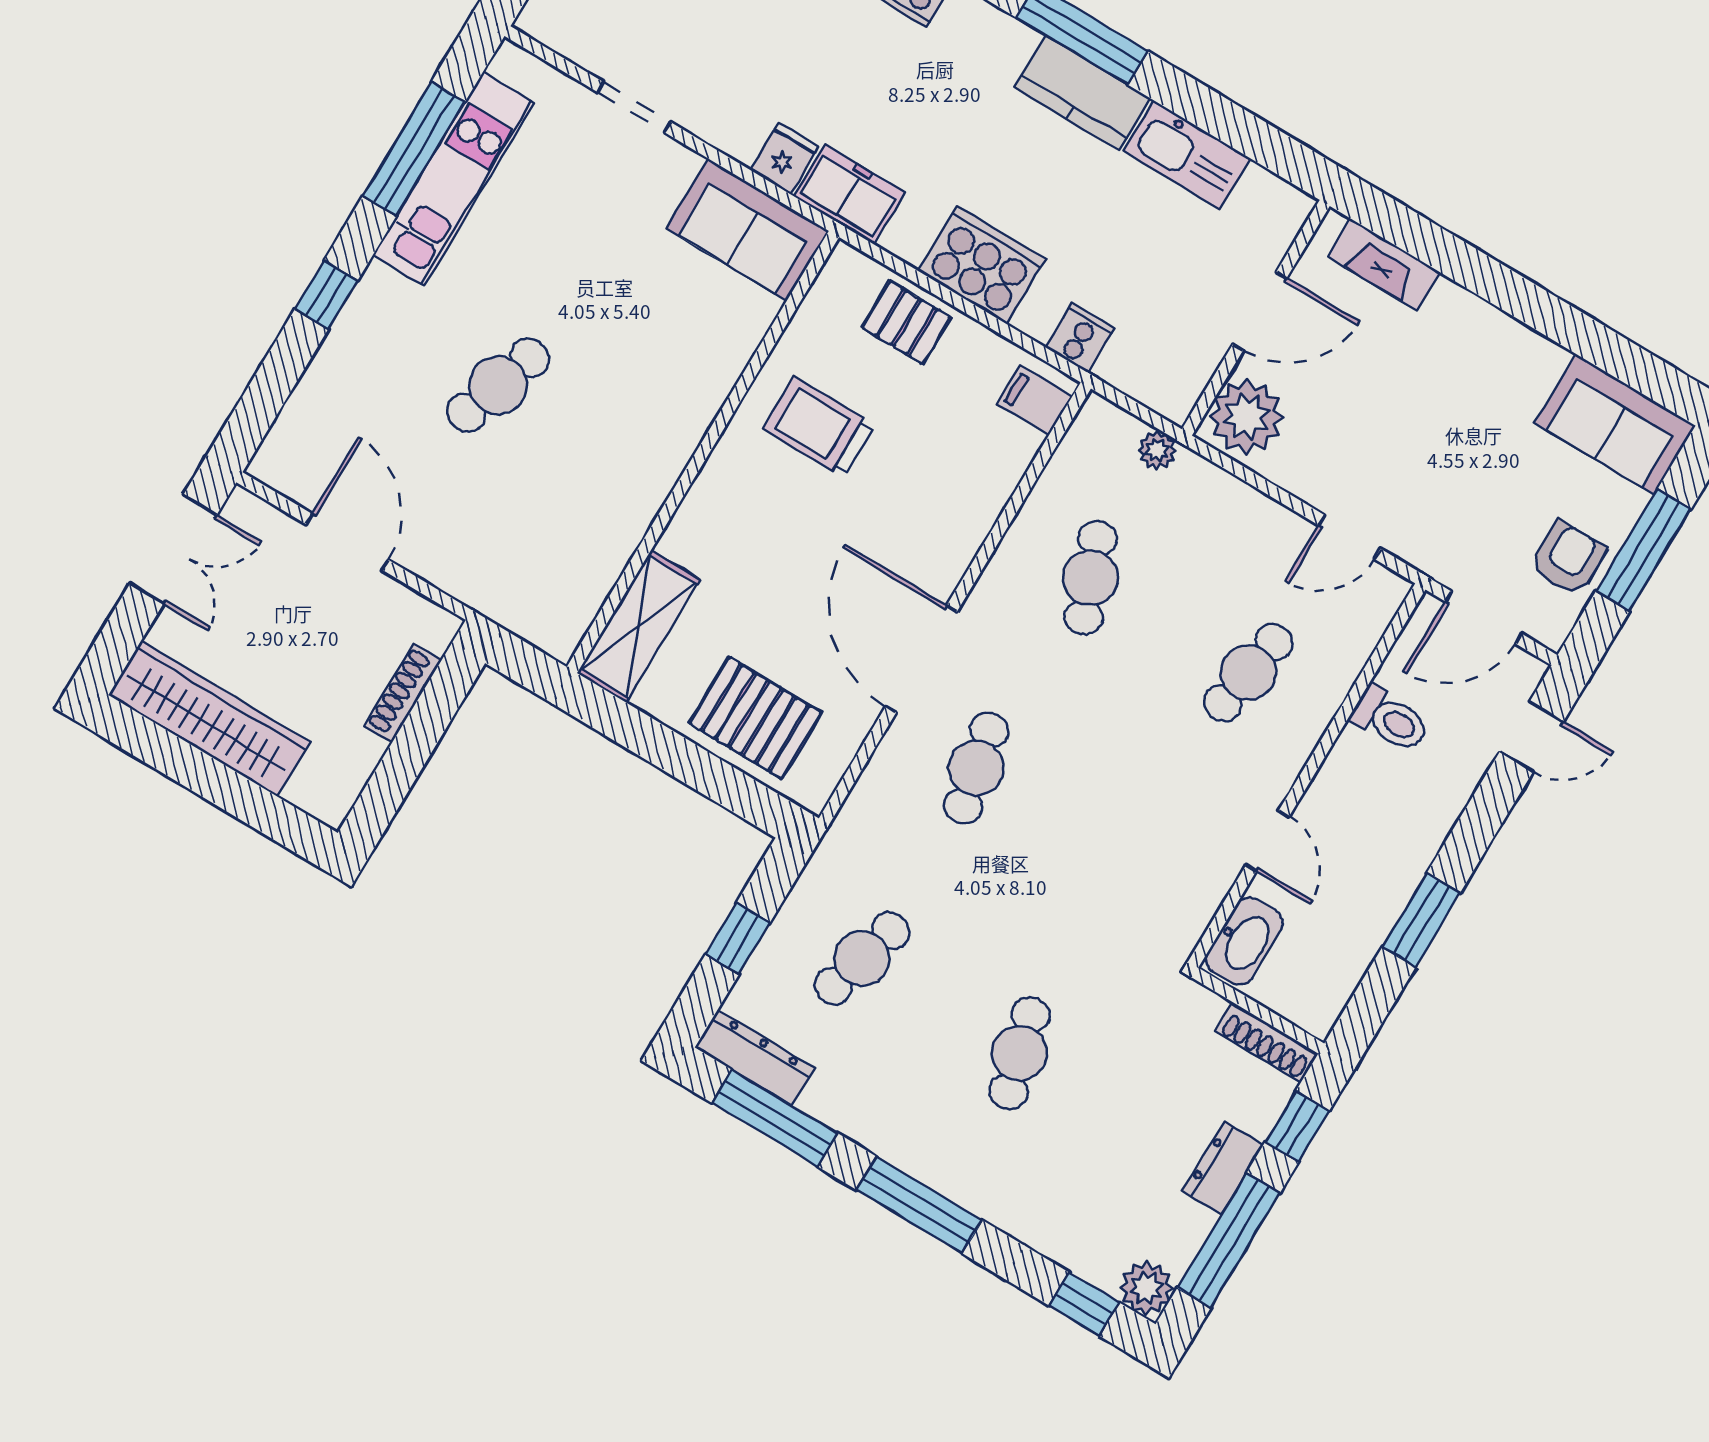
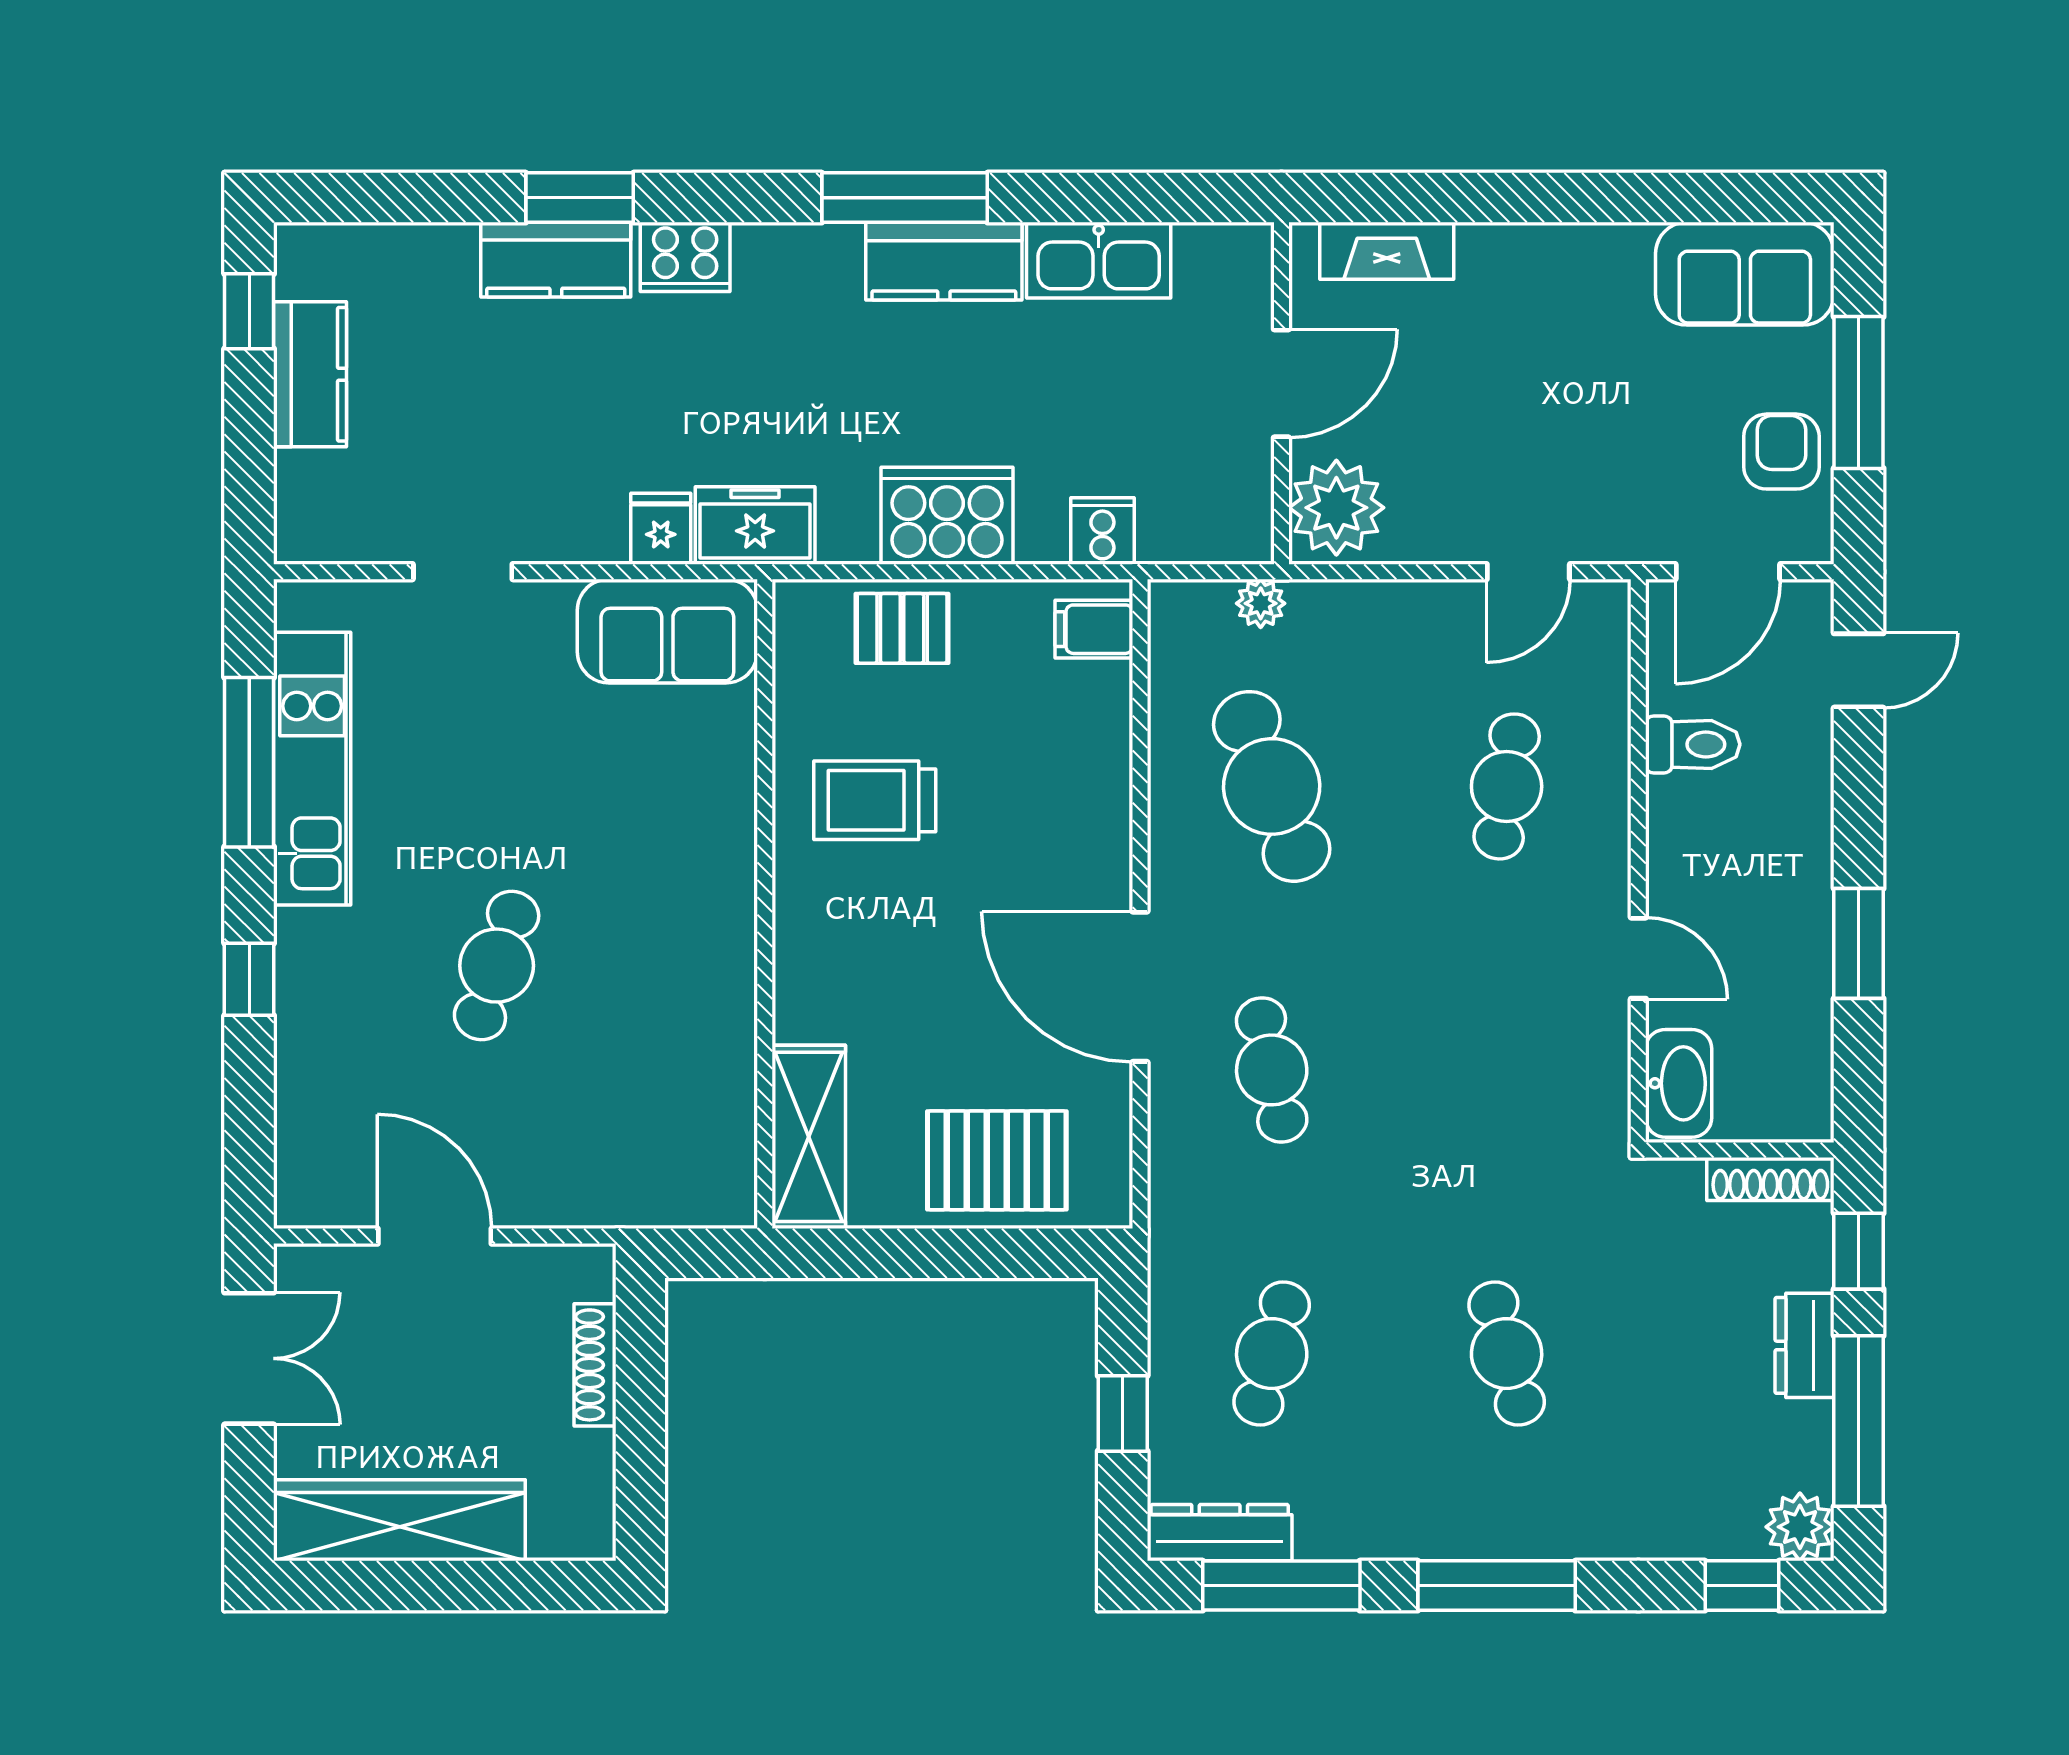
cafe table: (1091, 578) -> (1272, 786), width x1.37, depth x1.35

